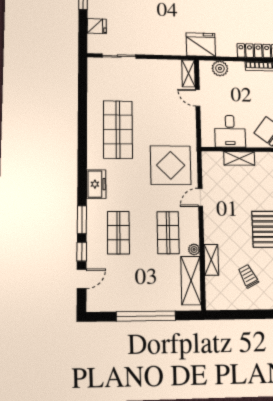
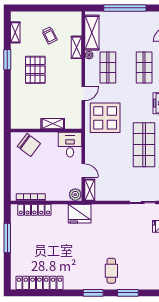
plant: (220, 68) -> (75, 195), moved
desk: (230, 131) -> (70, 145), moved

